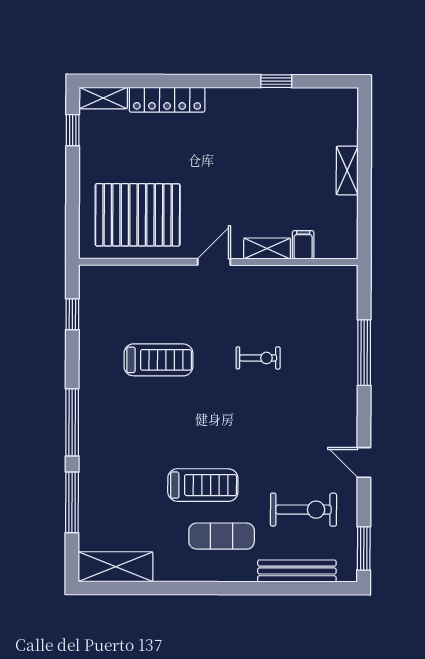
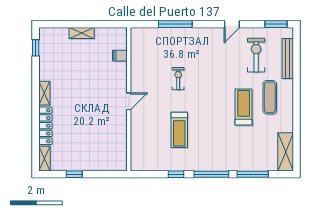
window: (276, 81) -> (36, 48), moved
window: (73, 130) -> (74, 174), moved
pallet: (138, 215) -> (105, 141), removed
shelving: (267, 249) -> (44, 93), moved
door: (214, 262) -> (129, 101), swing flipped
window: (72, 314) -> (176, 174), moved
treadmill: (158, 360) -> (179, 130), turned 180

